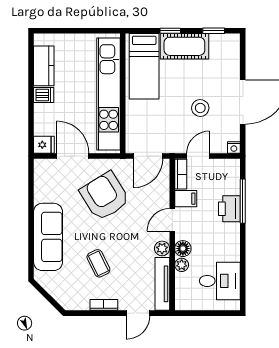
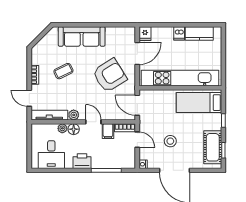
cot: (184, 46) -> (213, 147), moved
printer: (229, 209) -> (82, 161), moved

